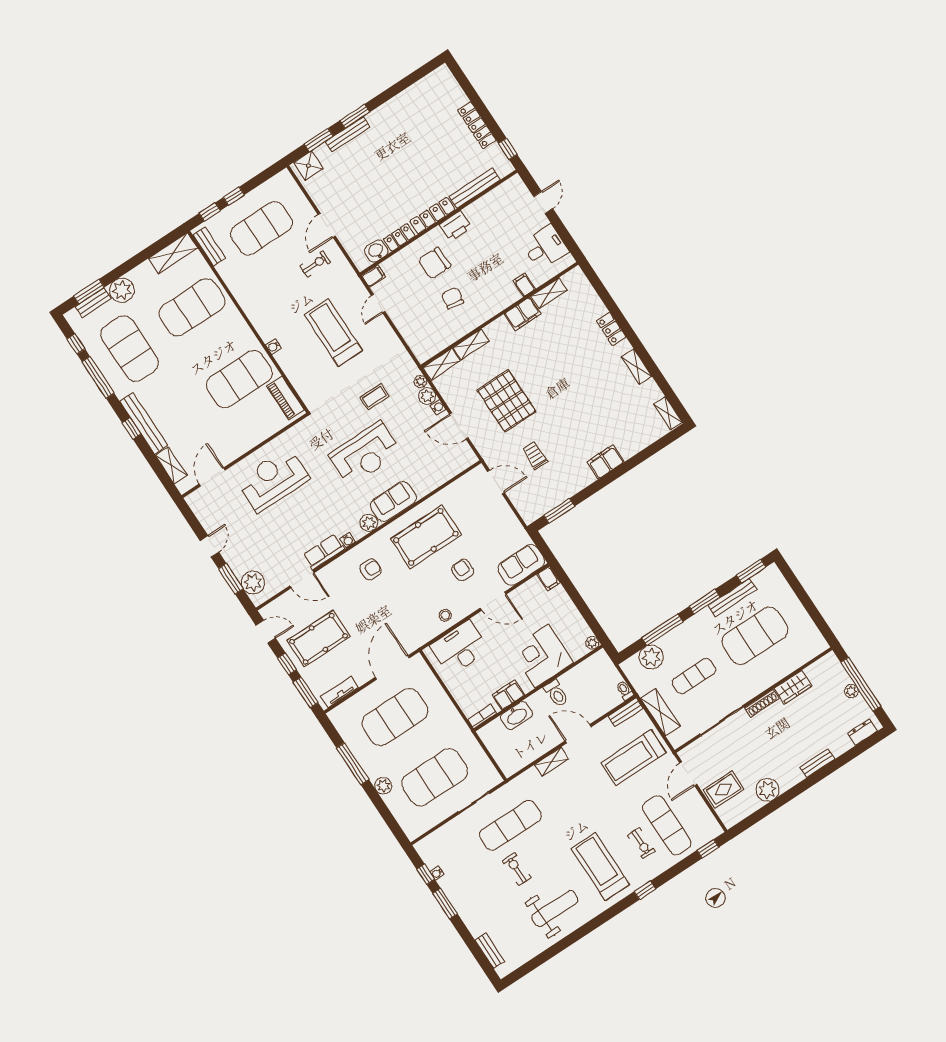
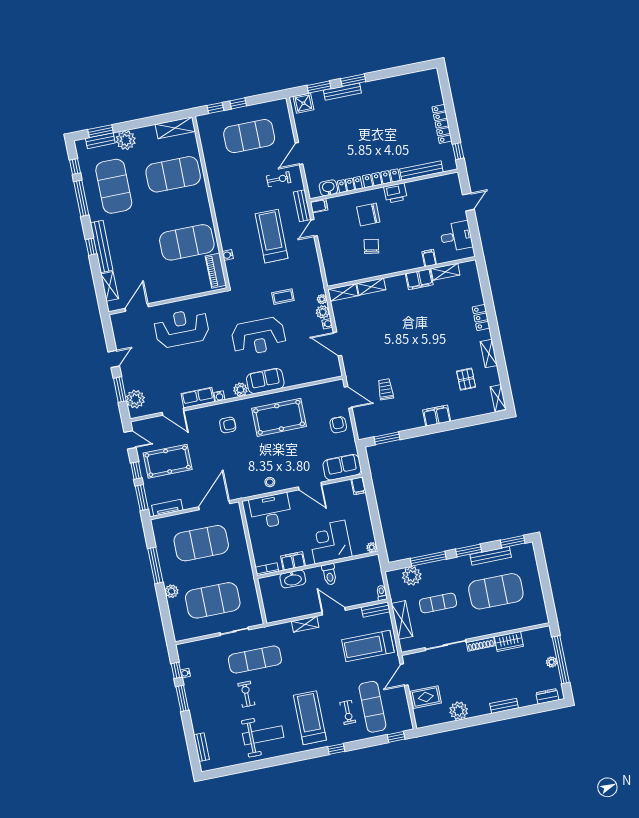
bench: (209, 247) -> (302, 206), moved
water cooler: (273, 347) -> (228, 255), moved
pallet: (506, 401) -> (466, 379), moved, width x0.49, depth x0.50
armchair: (463, 570) -> (338, 425), moved

